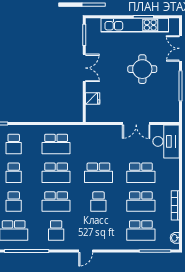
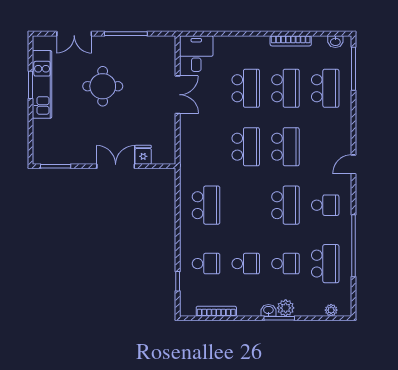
kitchen unit: (135, 25) -> (42, 84), width x0.73
double door: (84, 68) -> (116, 166), moved
desk: (166, 141) -> (196, 54), width x0.73
school desk: (56, 173) -> (246, 205), removed
school desk: (98, 202) -> (285, 147), width x1.85
door: (86, 251) -> (354, 164), swing flipped

